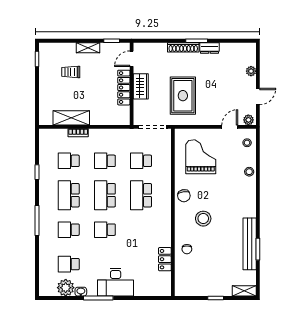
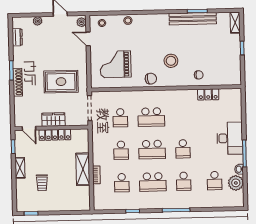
dresser: (209, 48) -> (17, 37), moved
shelving: (71, 118) -> (83, 169), moved

